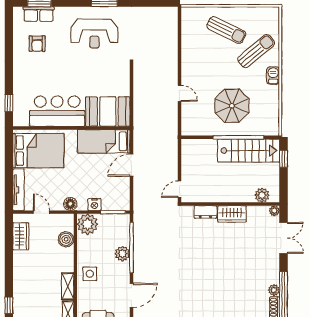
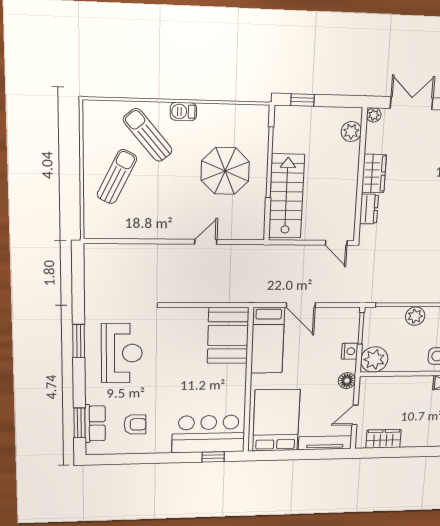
bar counter: (57, 111) -> (208, 434), moved, turned 90
stairs: (249, 151) -> (286, 196), moved
boiler: (66, 239) -> (391, 385), removed

